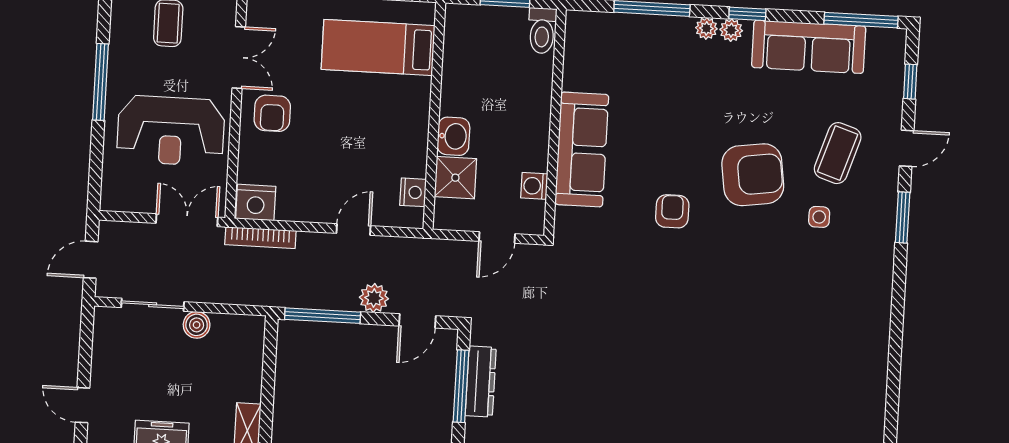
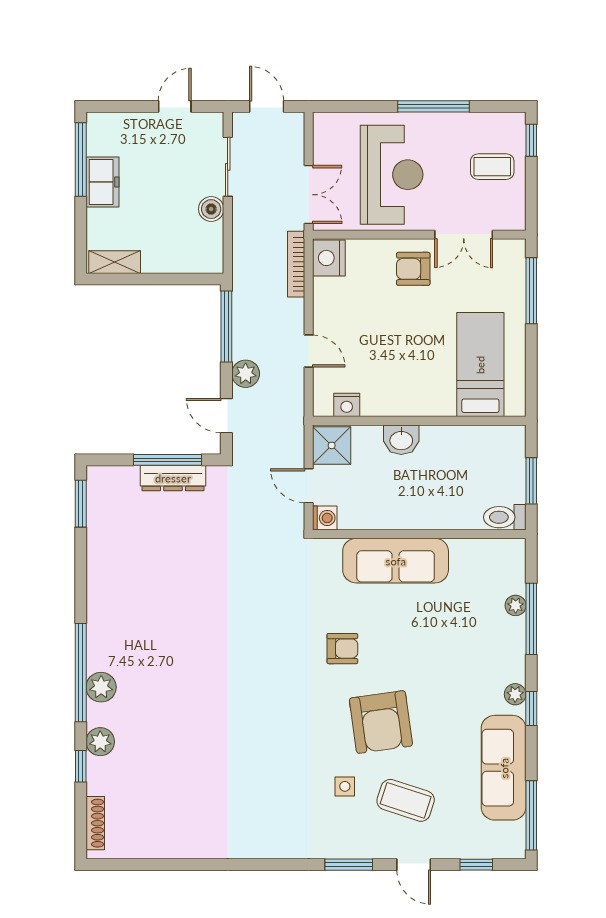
plant: (706, 28) -> (516, 605), moved
reception desk: (171, 131) -> (392, 175), turned 180
shower: (455, 178) -> (332, 445), moved
washing machine: (534, 186) -> (325, 518), moved, turned 90
door: (82, 405) -> (175, 106), moved

